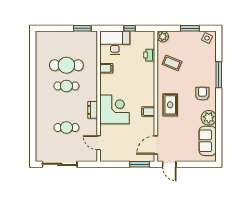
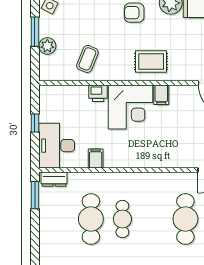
plant: (163, 36) -> (47, 46), moved
printer: (149, 55) -> (98, 93), moved
corner desk: (115, 109) -> (131, 107), moved, turned 180
dresser: (93, 110) -> (54, 179), moved
cafe table: (66, 127) -> (185, 219), width x1.37, depth x1.35

